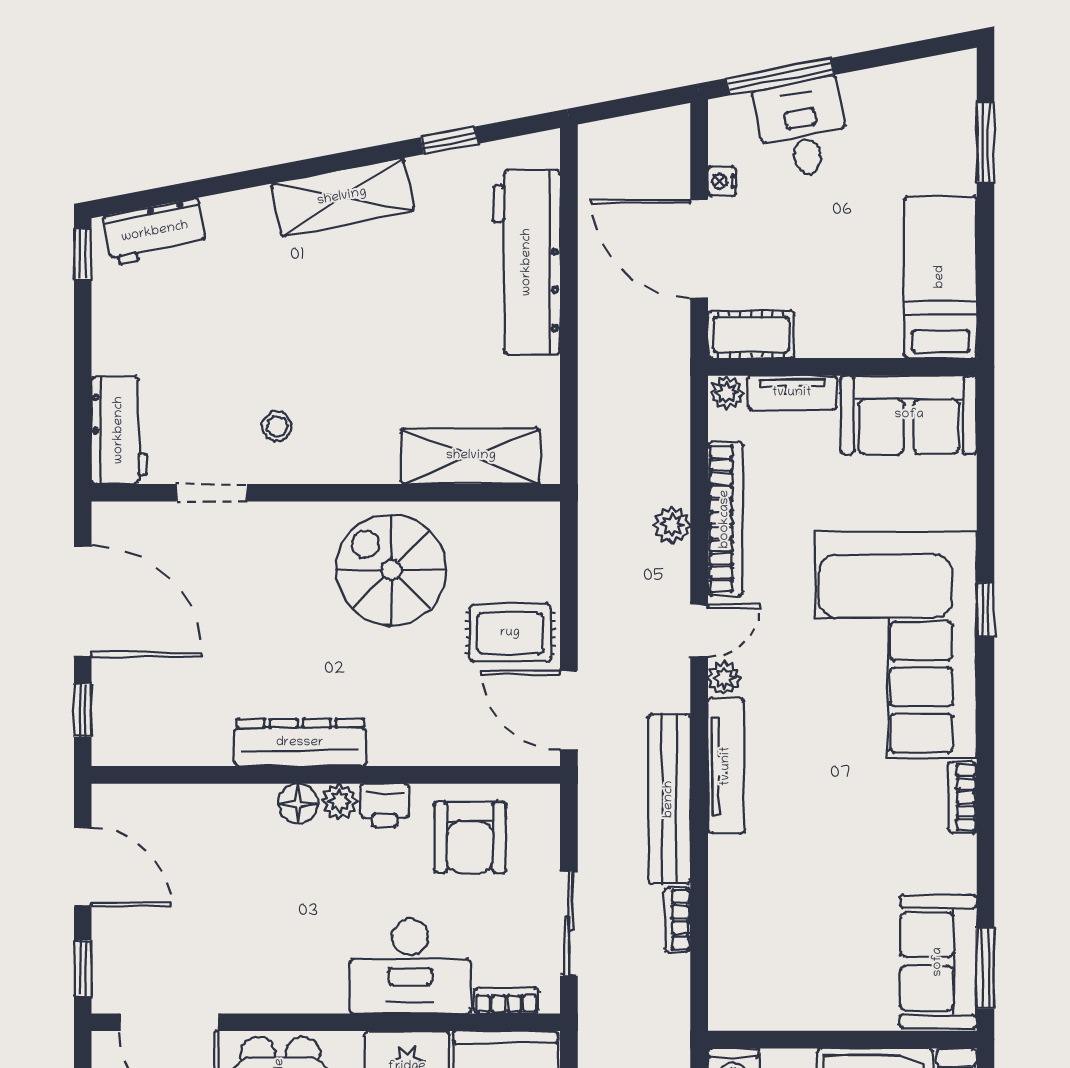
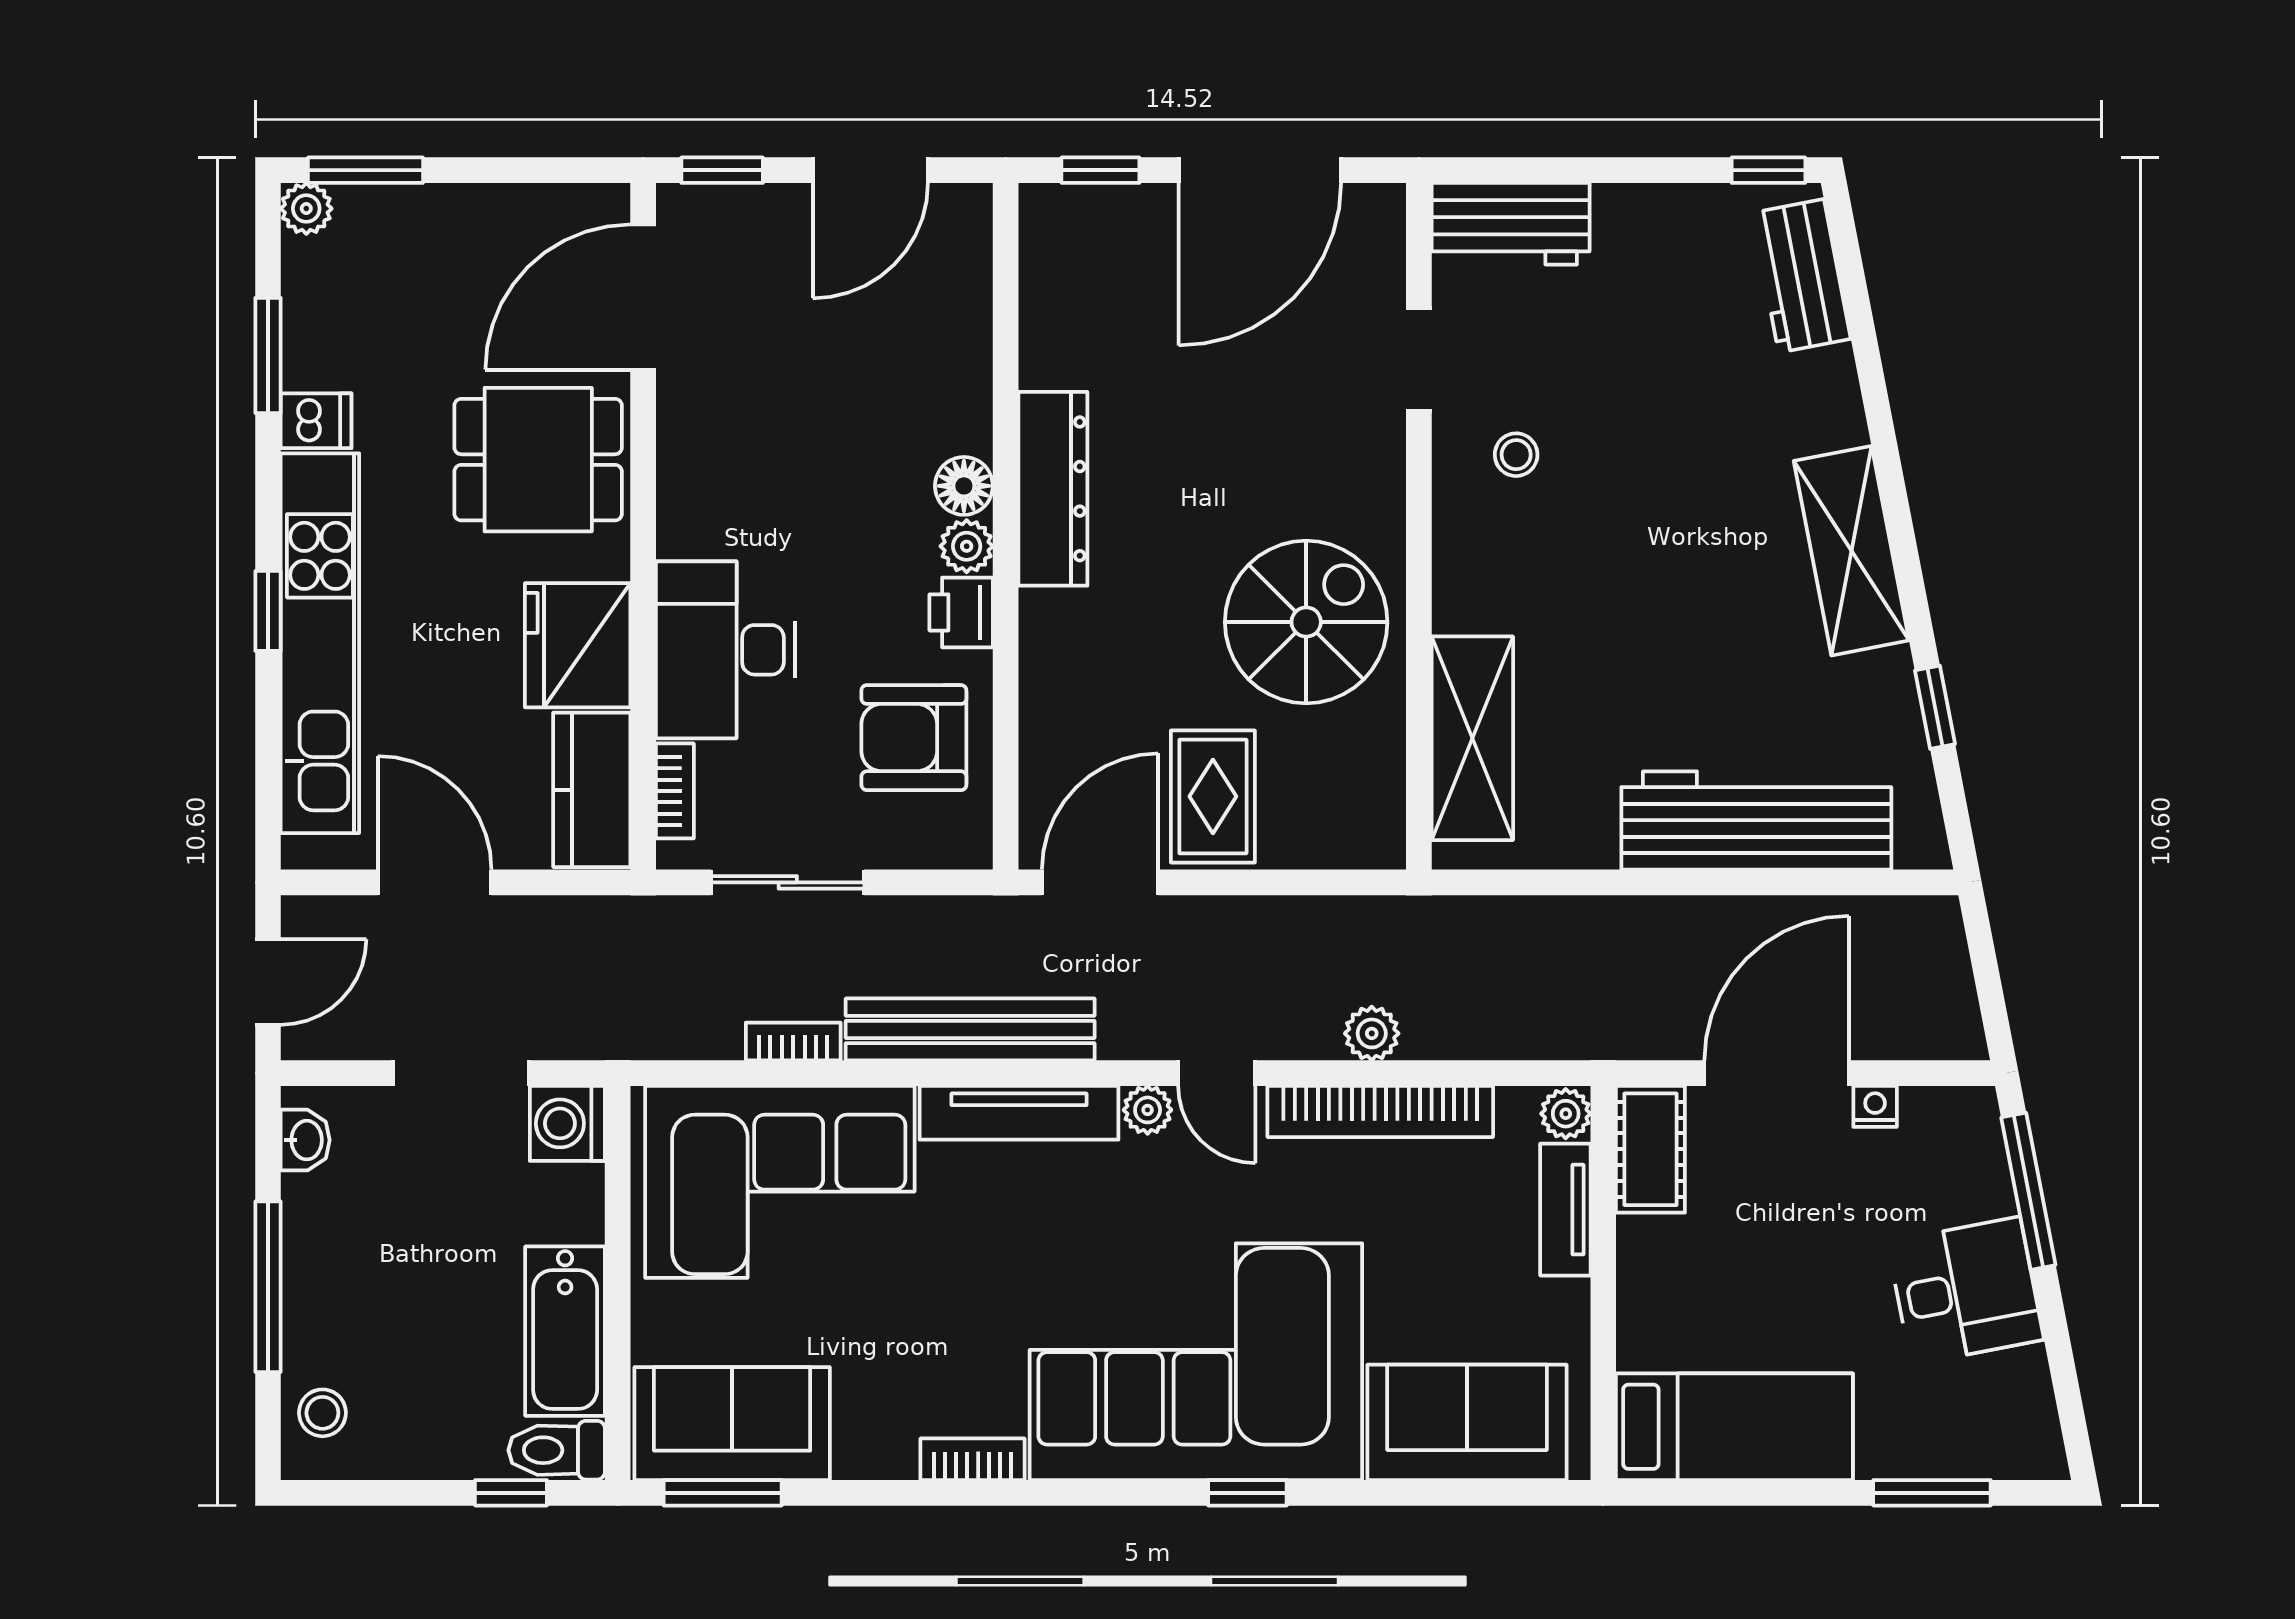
desk: (802, 128) -> (1966, 1291), moved
sofa: (909, 415) -> (1467, 1422), moved, turned 90
corner sofa: (773, 929) -> (780, 1182), added

